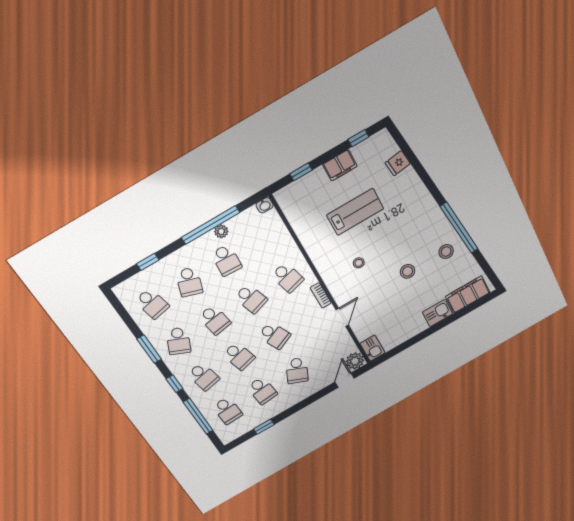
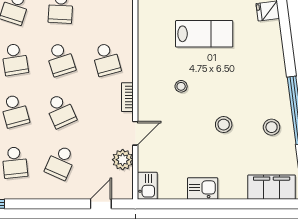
kitchen sink: (438, 313) -> (203, 189), moved
plant: (355, 361) -> (123, 160), moved

